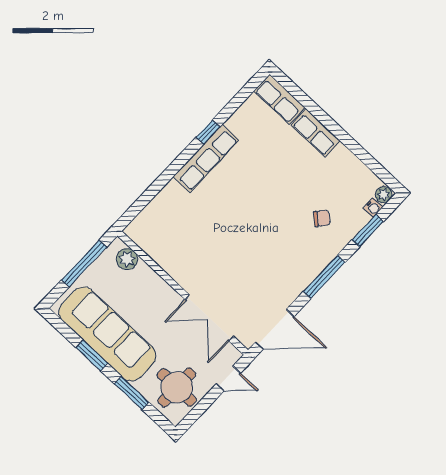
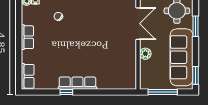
row of seats: (316, 133) -> (27, 37), moved
plant: (127, 259) -> (145, 54), moved
window: (92, 356) -> (196, 75), moved

